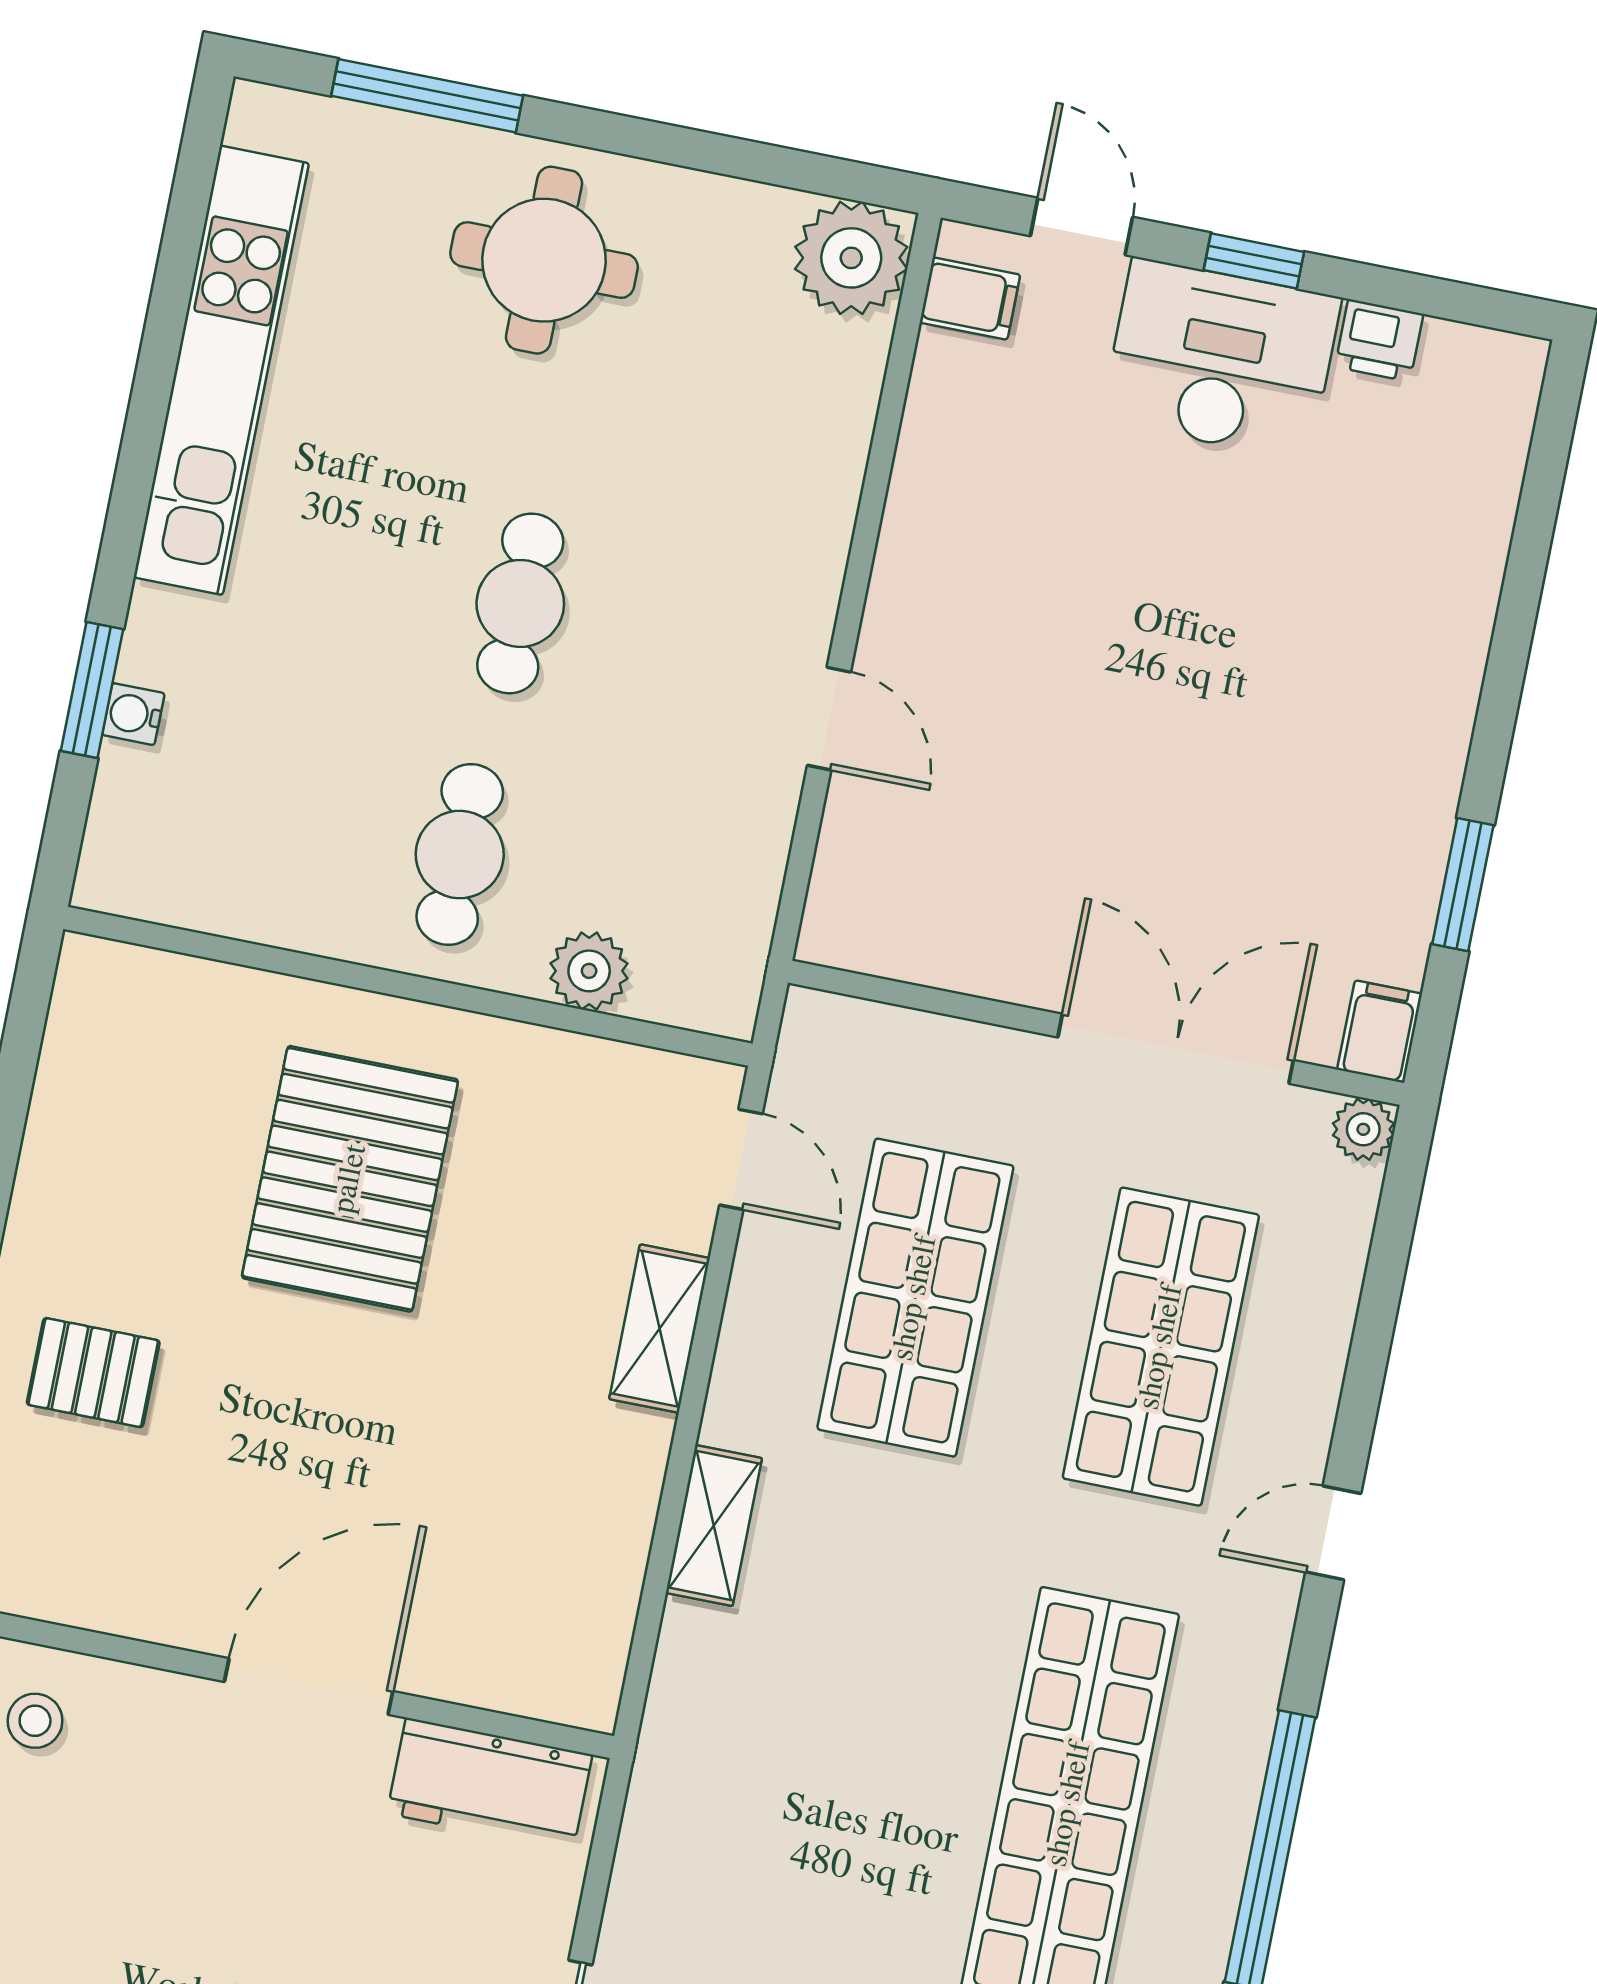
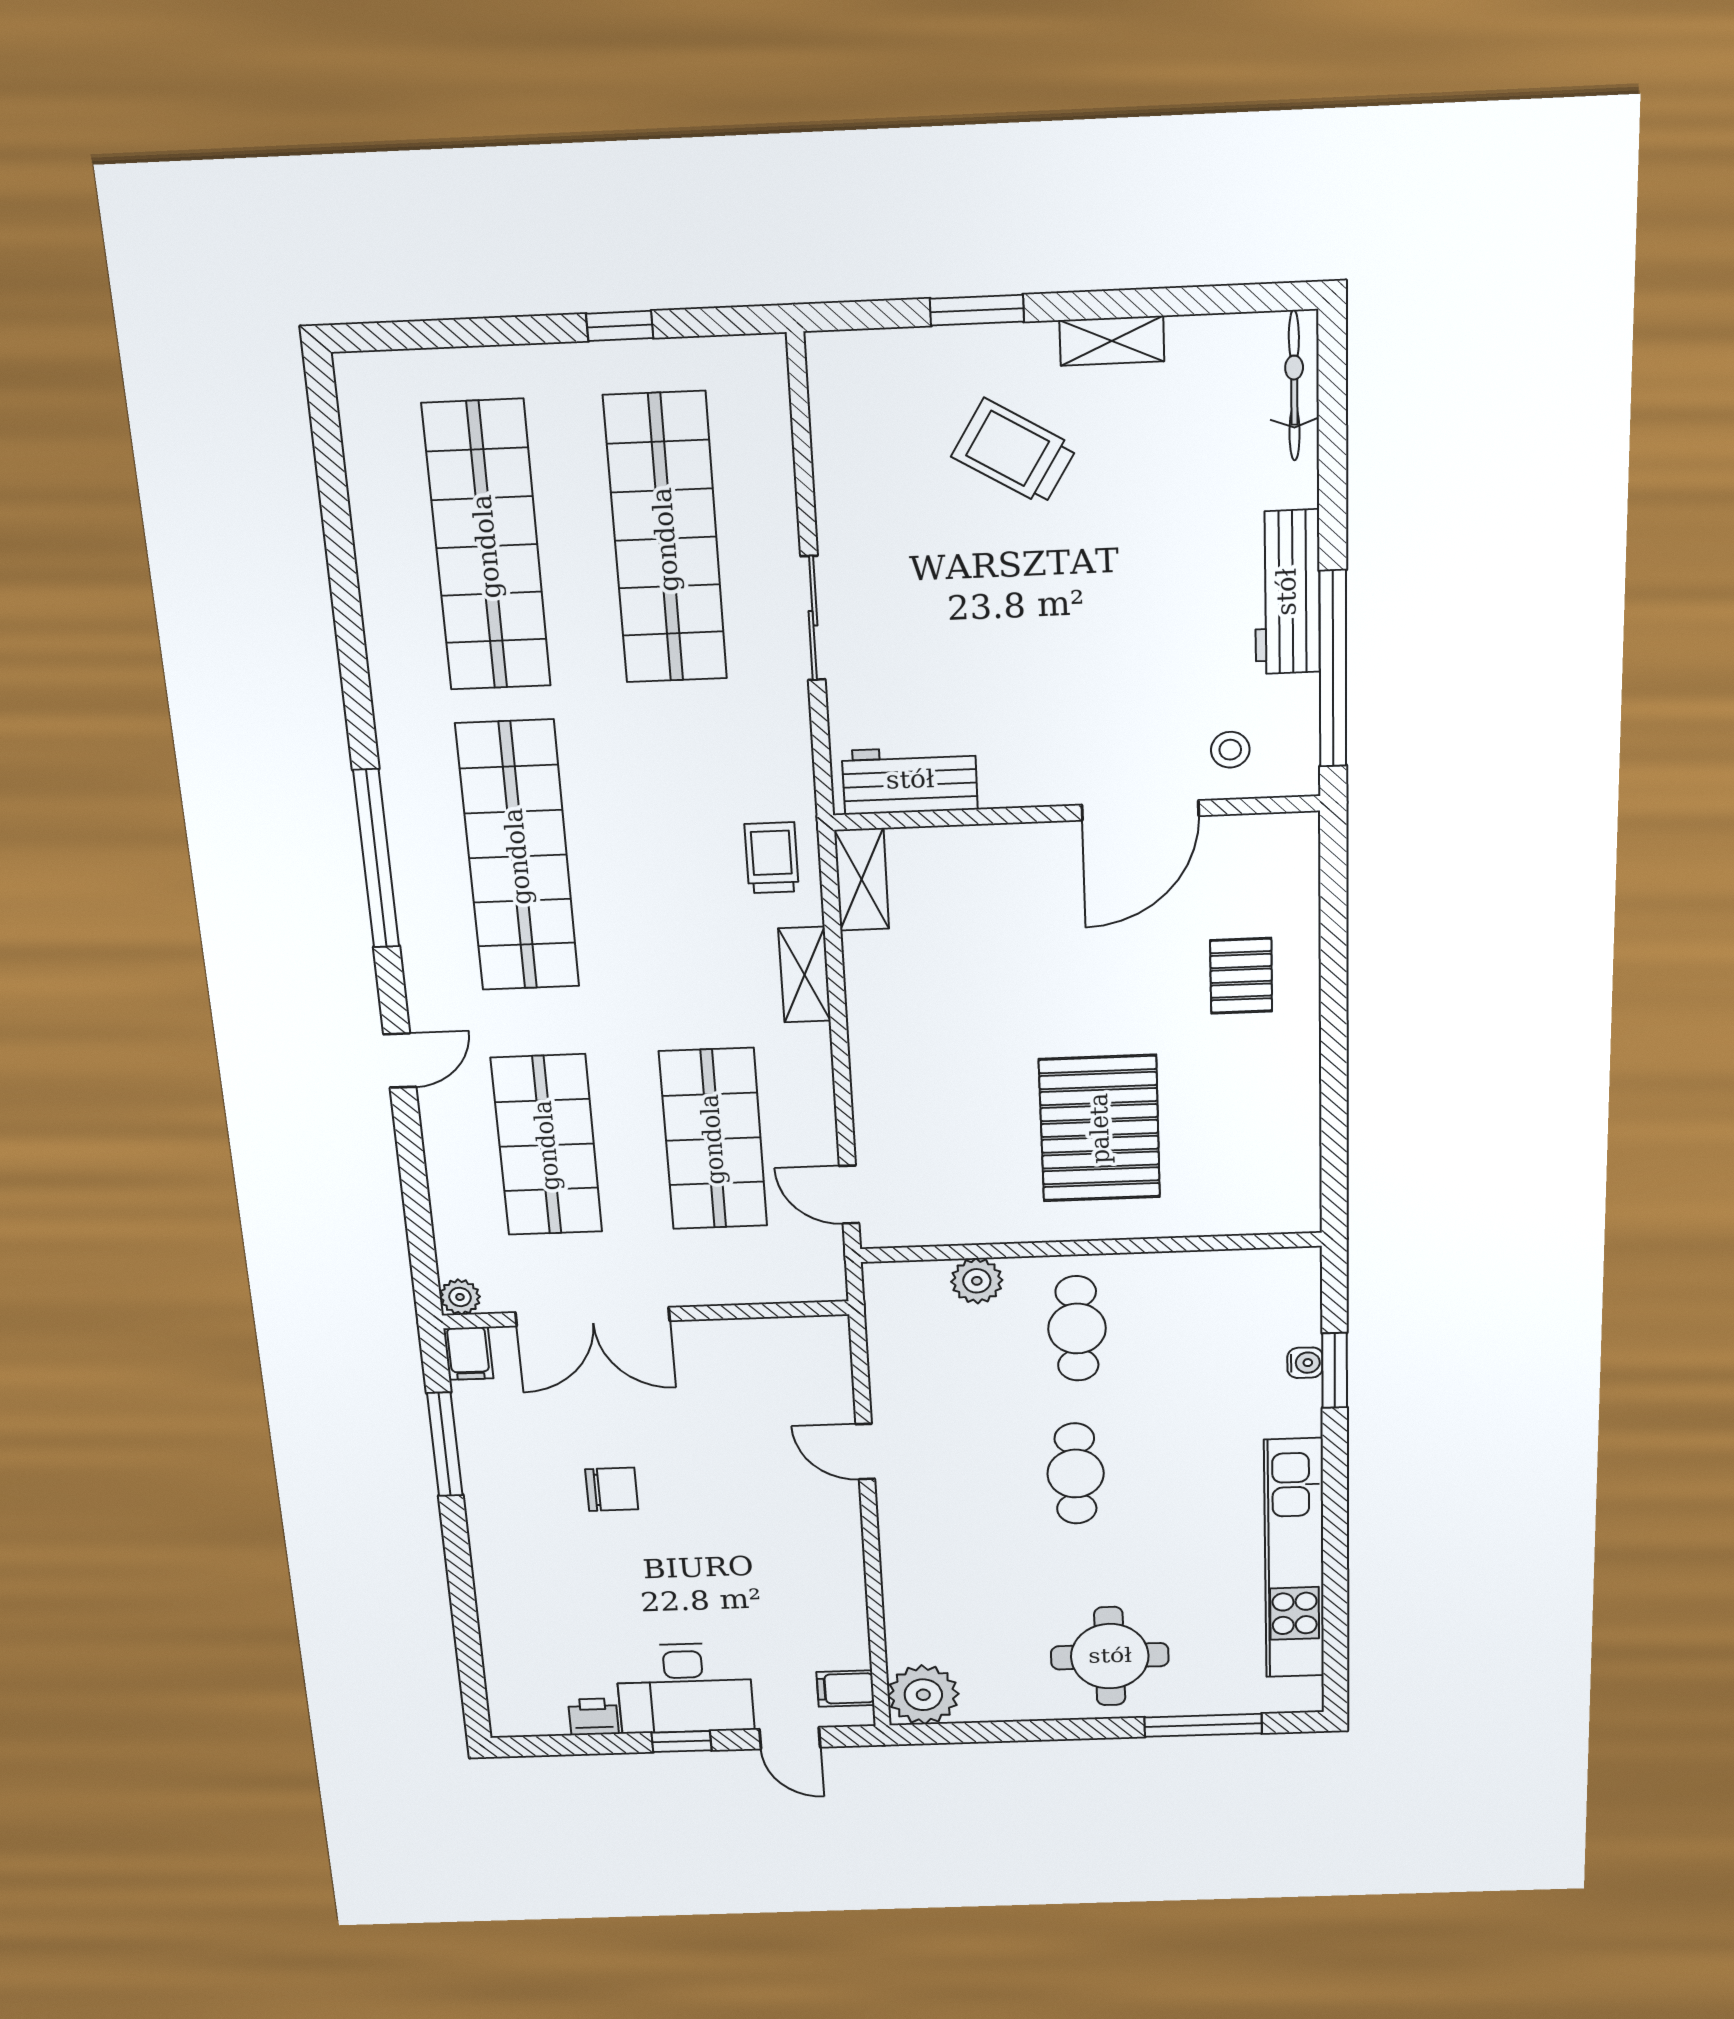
chair: (1232, 745) -> (612, 1489), added
window: (1463, 885) -> (445, 1444), width x1.44
shelving: (659, 1329) -> (862, 879), moved
pallet: (93, 1373) -> (1241, 976), turned 90
door: (309, 1686) -> (1140, 810), moved
trolley: (713, 1715) -> (772, 858), added

